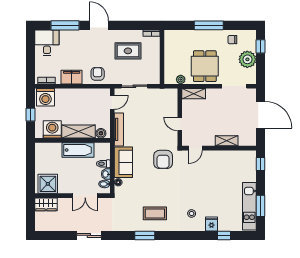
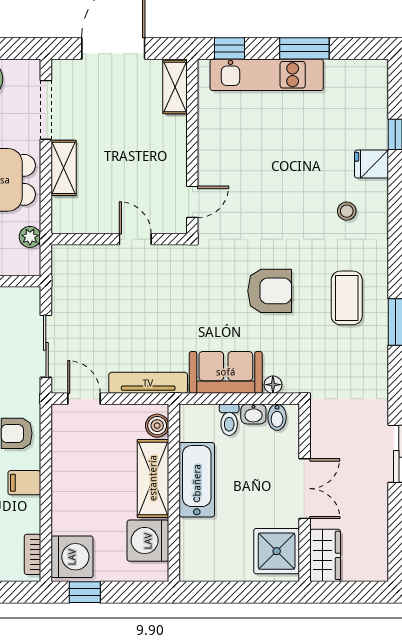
filing cabinet: (72, 77) -> (24, 483), width x0.50
shelving: (194, 94) -> (64, 168), moved
window: (30, 115) -> (85, 592), moved
door: (180, 124) -> (135, 239), swing flipped
shelving: (227, 141) -> (175, 87), moved
door: (195, 148) -> (192, 202), hinge flipped
armchair: (163, 159) -> (270, 291), moved
double door: (85, 196) -> (305, 489), moved
kitchen unit: (249, 206) -> (267, 75), moved
window: (260, 206) -> (304, 48), moved

